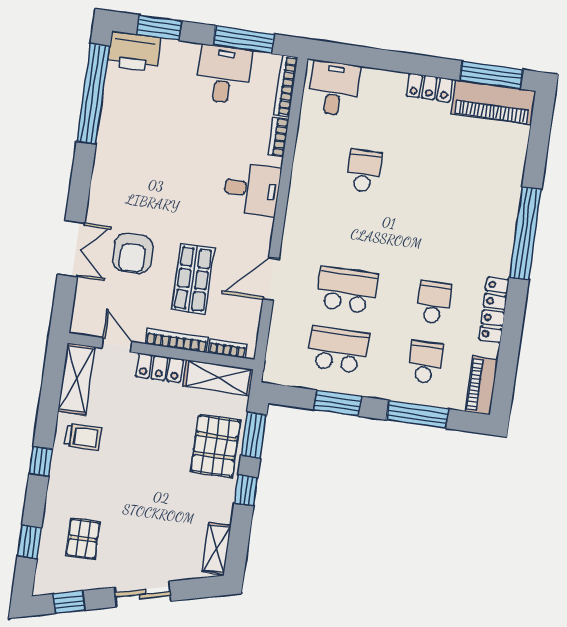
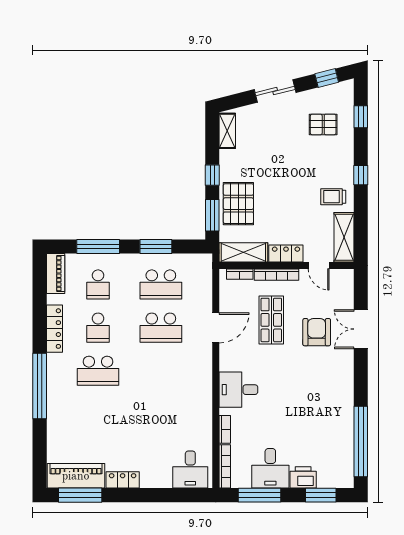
printer: (134, 52) -> (303, 477), moved, width x0.73, depth x0.84
school desk: (364, 171) -> (98, 371), moved, width x1.85
pallet: (83, 539) -> (323, 124), turned 90

